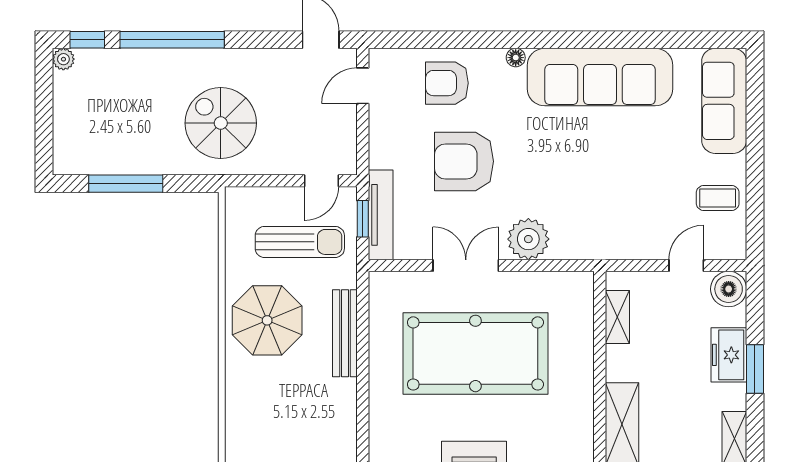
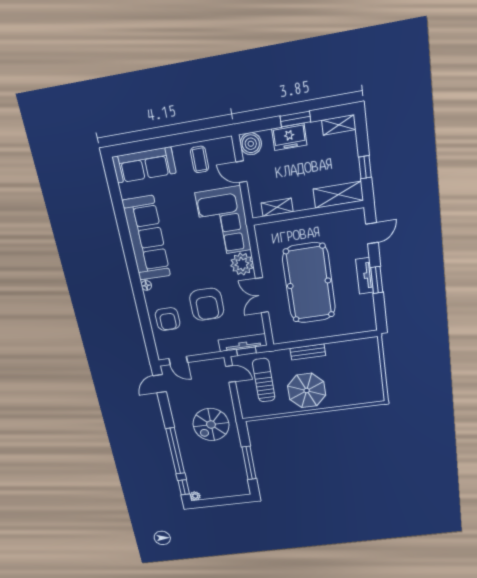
corner sofa: (608, 219) -> (223, 222), added
bench: (345, 333) -> (308, 352), width x0.73

